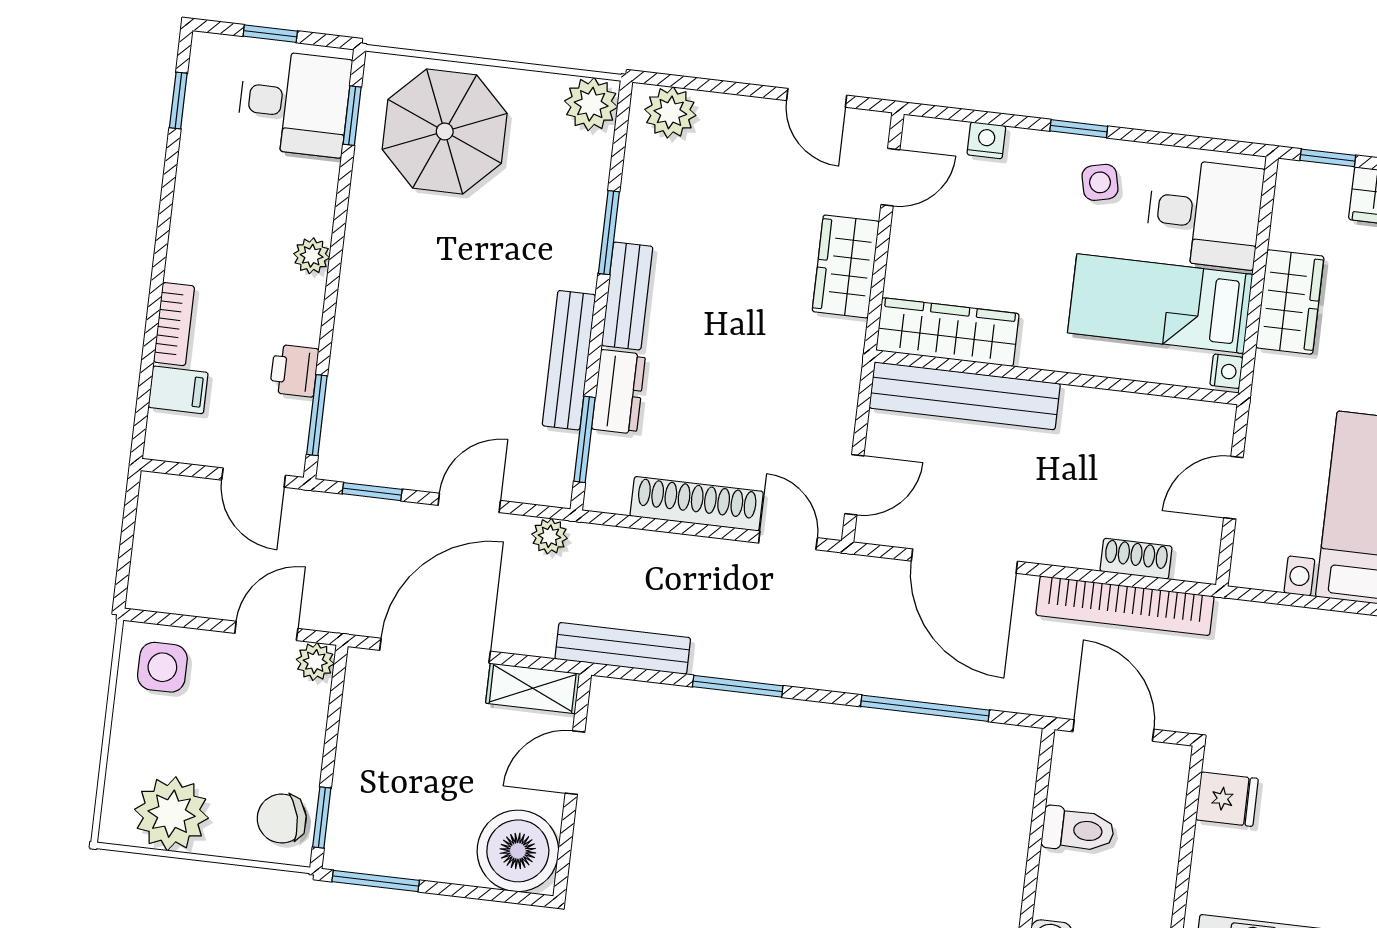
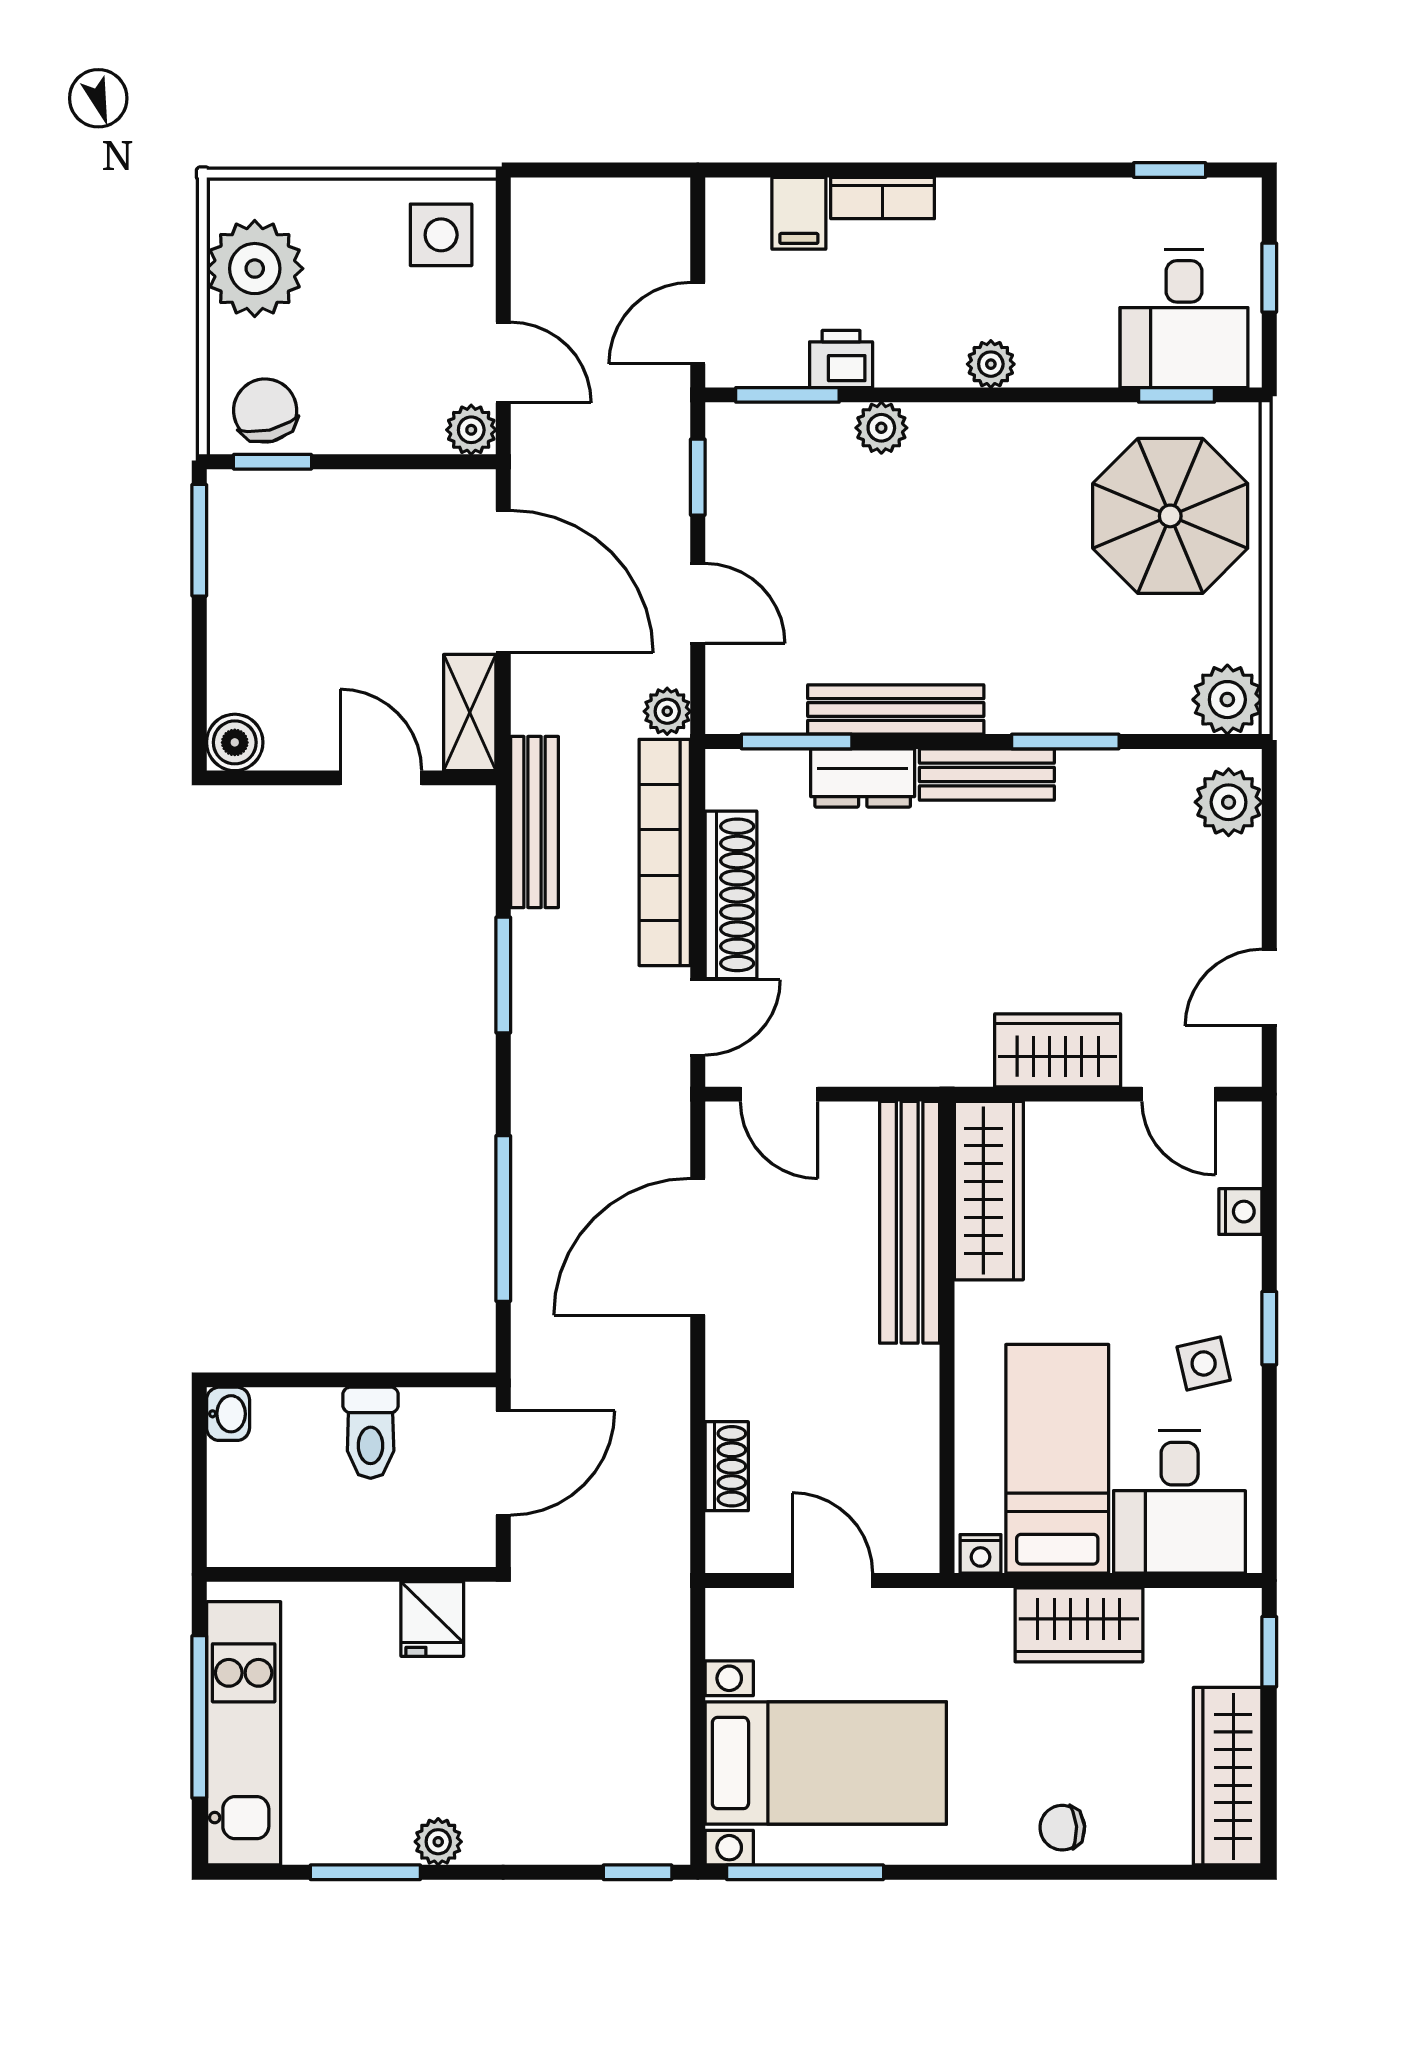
plant: (351, 346) -> (881, 428), added
bookcase: (1125, 606) -> (665, 852), moved
boiler: (518, 851) -> (235, 742), width x0.54, depth x0.54

